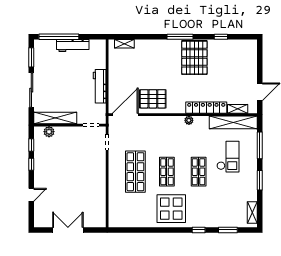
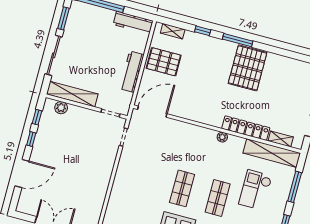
window: (221, 37) -> (203, 31), moved
workbench: (73, 45) -> (133, 23), moved
pallet: (153, 99) -> (164, 62), moved
checkout: (228, 157) -> (255, 190), turned 180
shop shelf: (135, 172) -> (146, 179), removed
door: (31, 195) -> (22, 173), width x1.88

